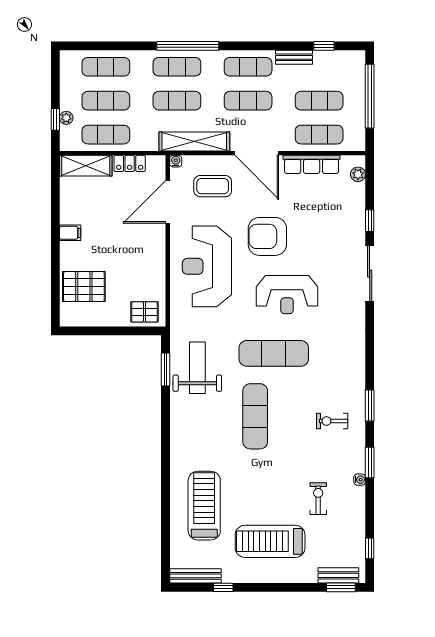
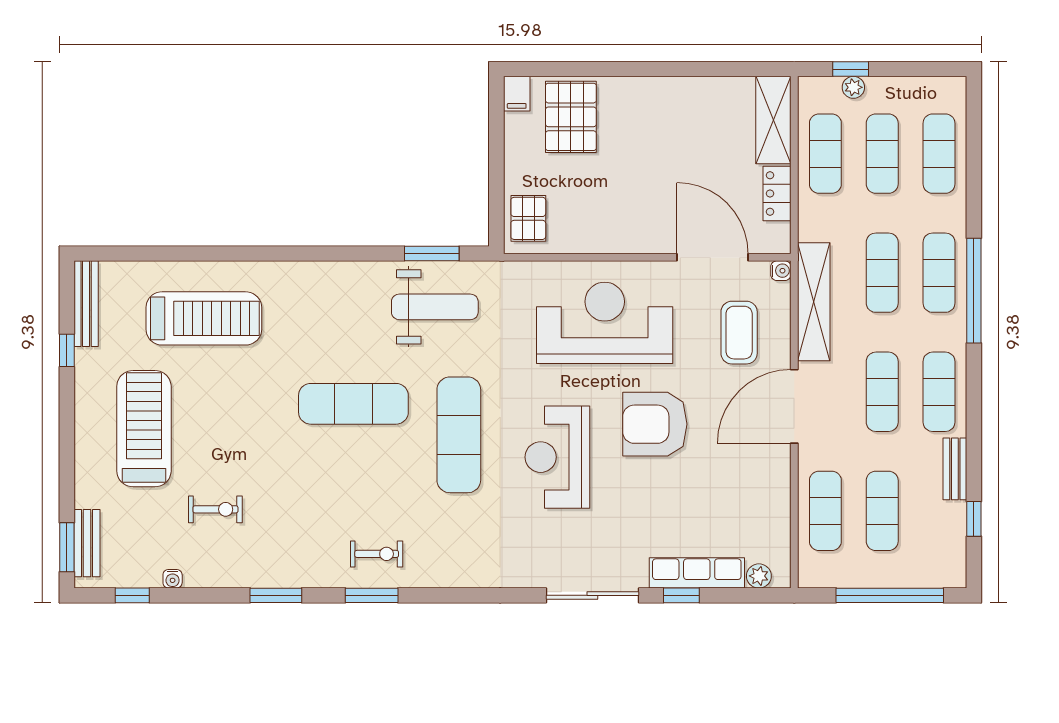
row of seats: (312, 164) -> (697, 573), moved, turned 90
filing cabinet: (70, 233) -> (517, 94), moved
armchair: (267, 236) -> (655, 424), turned -90
exercise bike: (332, 421) -> (377, 554), moved, turned 90
water cooler: (360, 480) -> (173, 579), moved

